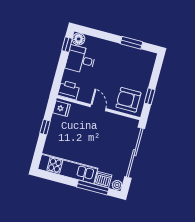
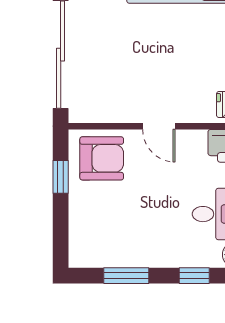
window: (100, 34) -> (194, 276), added

